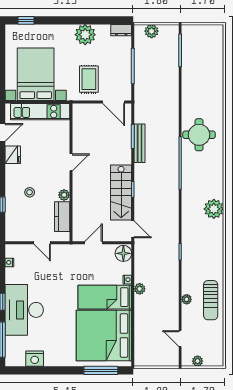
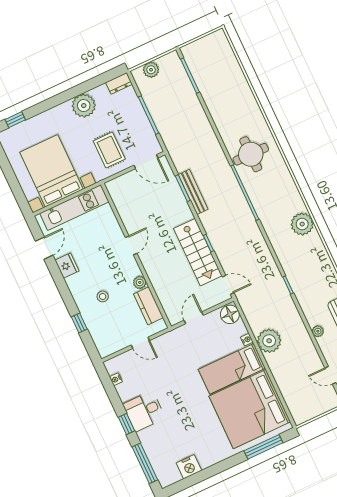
plant: (140, 289) -> (269, 341), width x1.88, depth x1.88
desk: (24, 310) -> (144, 411), width x0.53, depth x0.77

